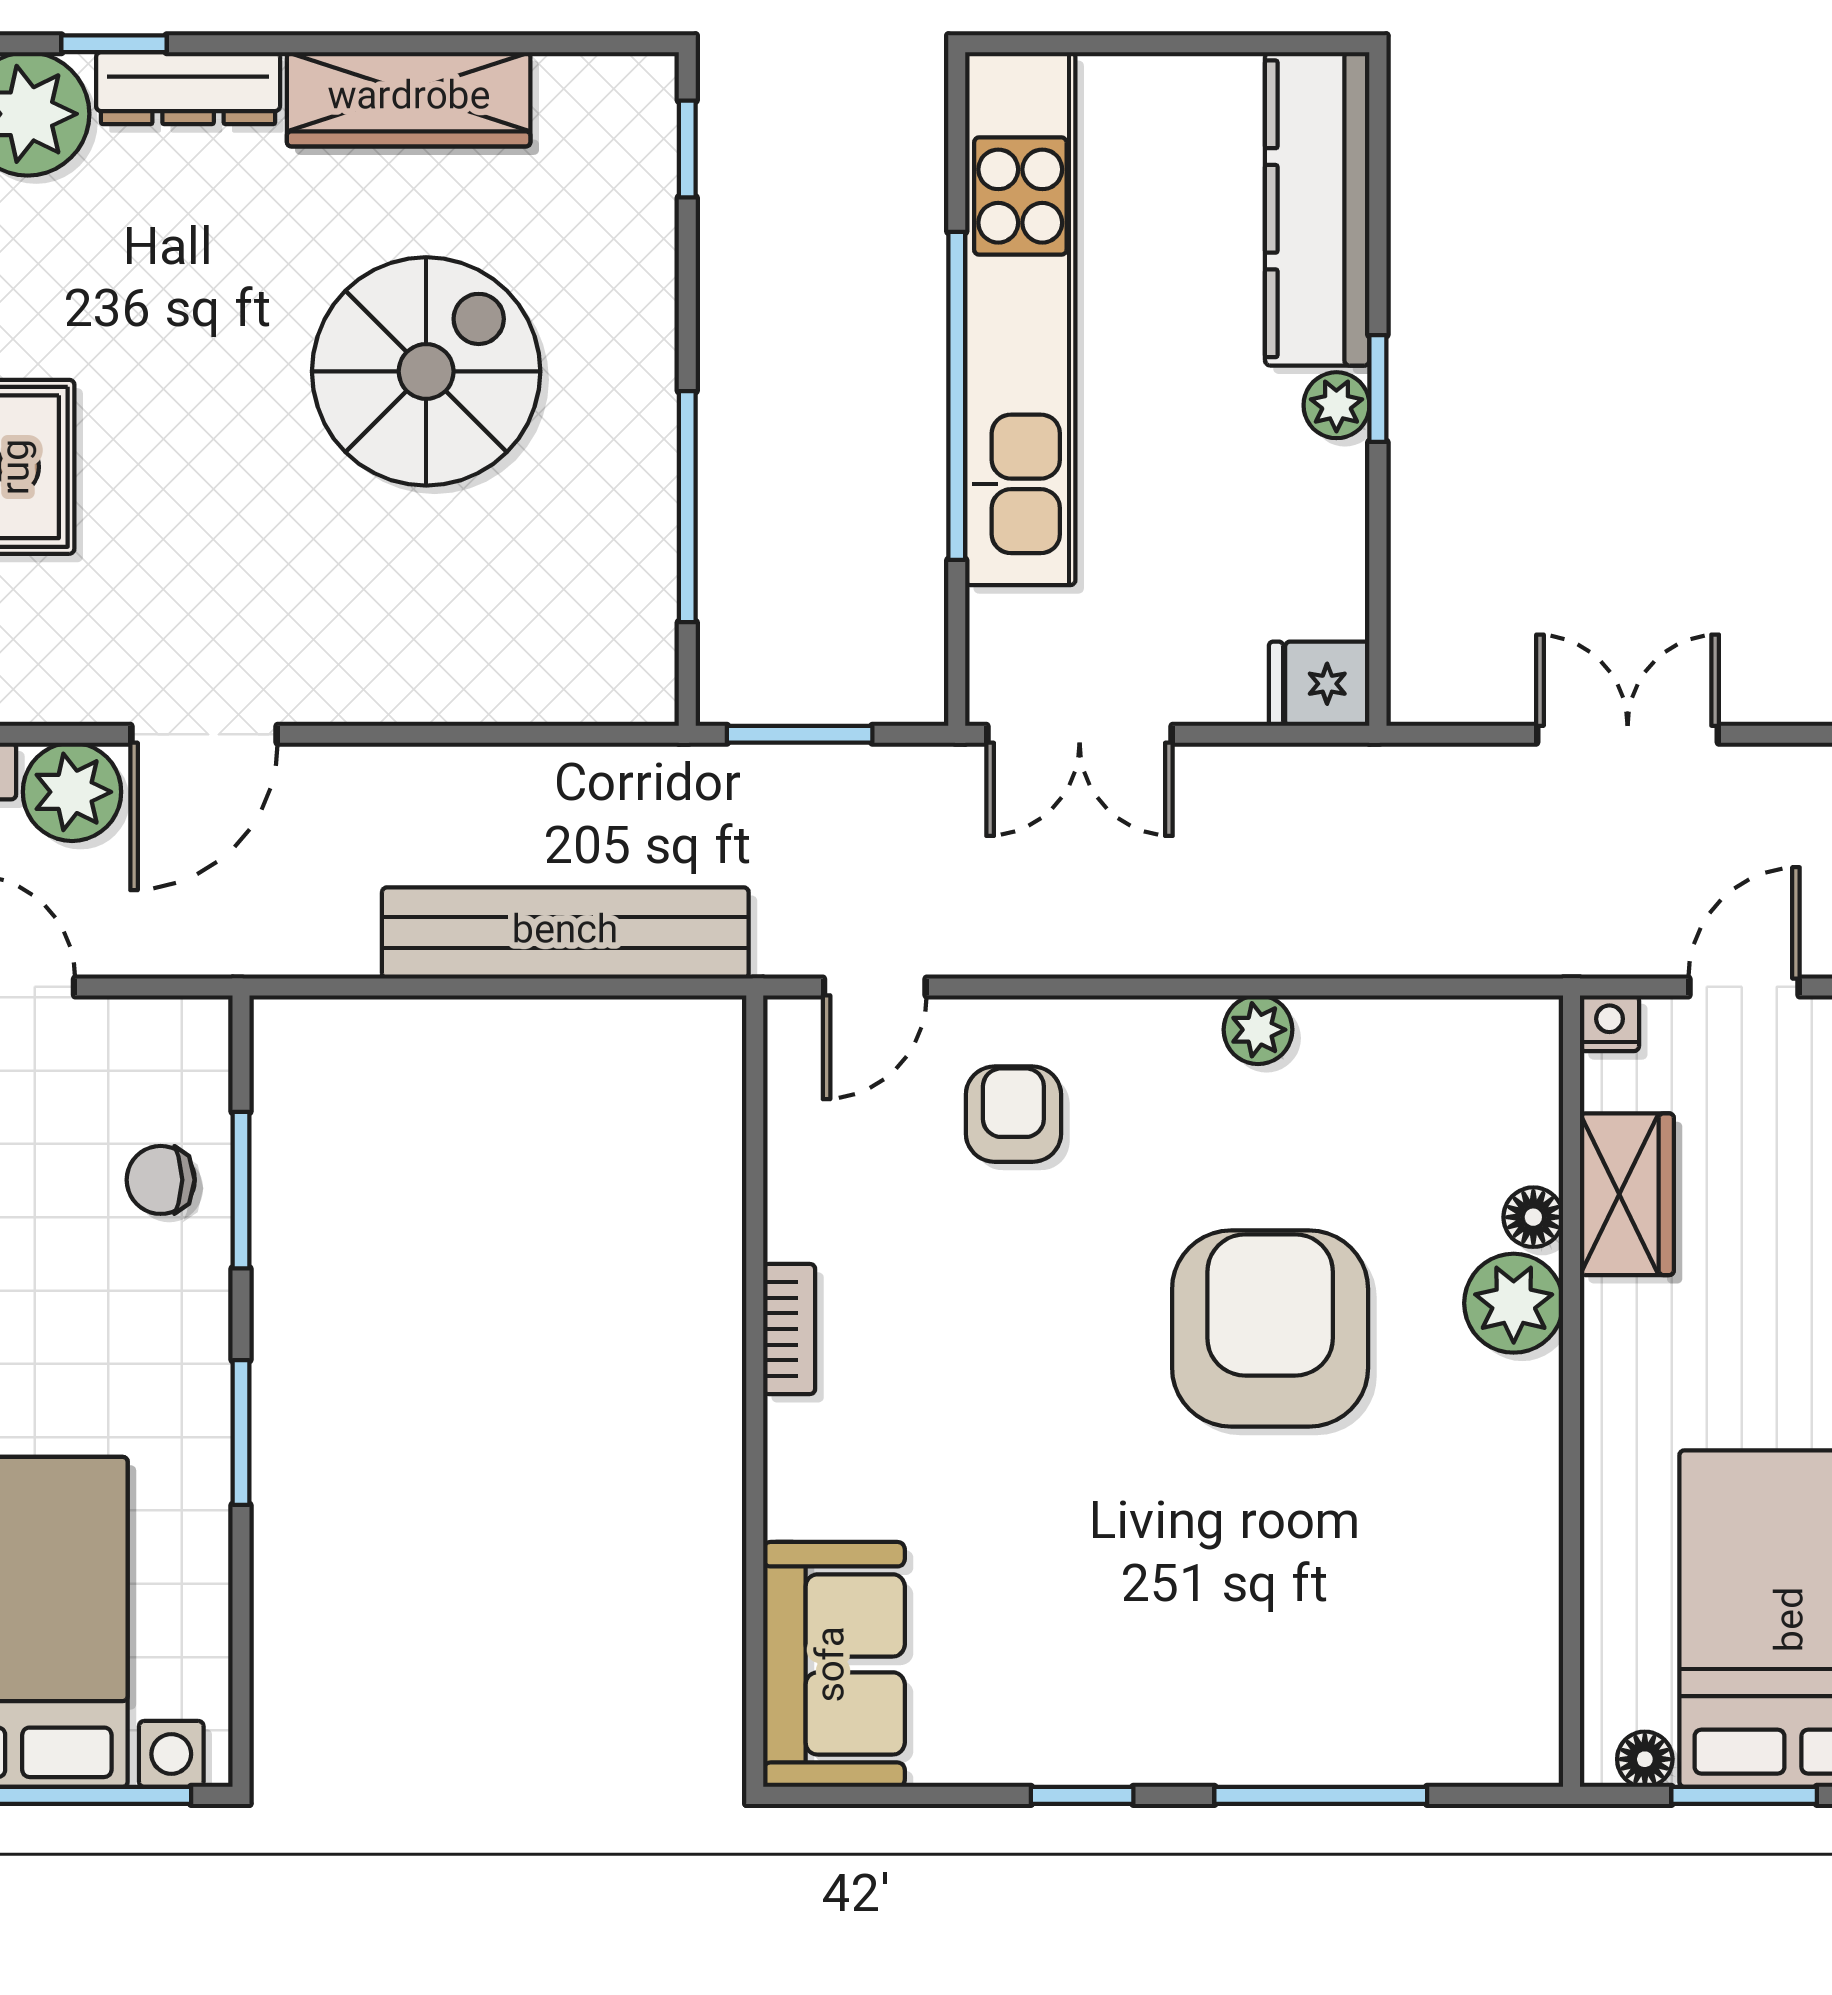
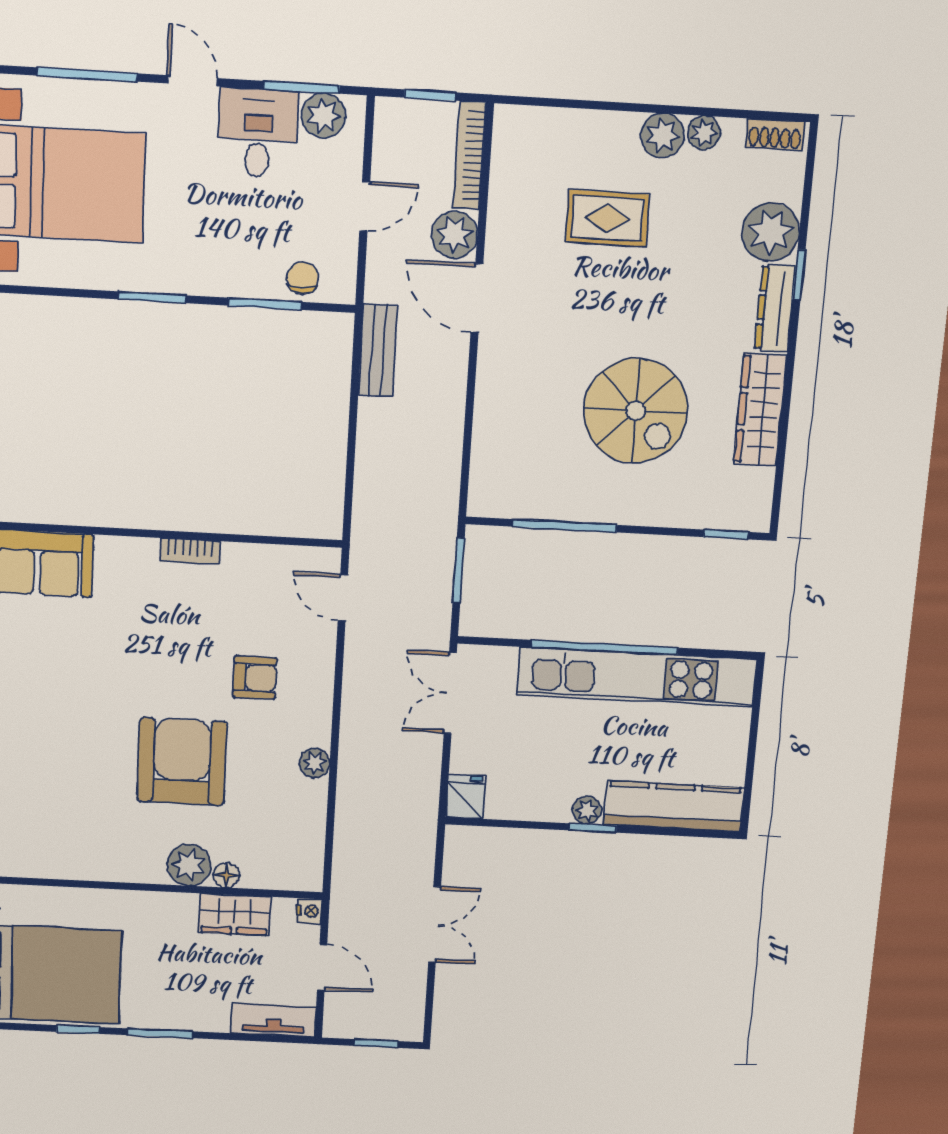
bench: (565, 933) -> (378, 351), moved, width x0.54, depth x0.82
armchair: (1013, 1114) -> (255, 678), moved
chair: (161, 1180) -> (303, 278), moved
armchair: (1270, 1328) -> (182, 761), turned -90

